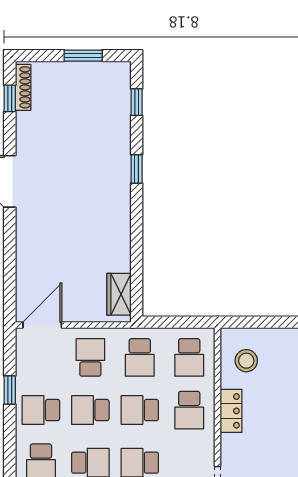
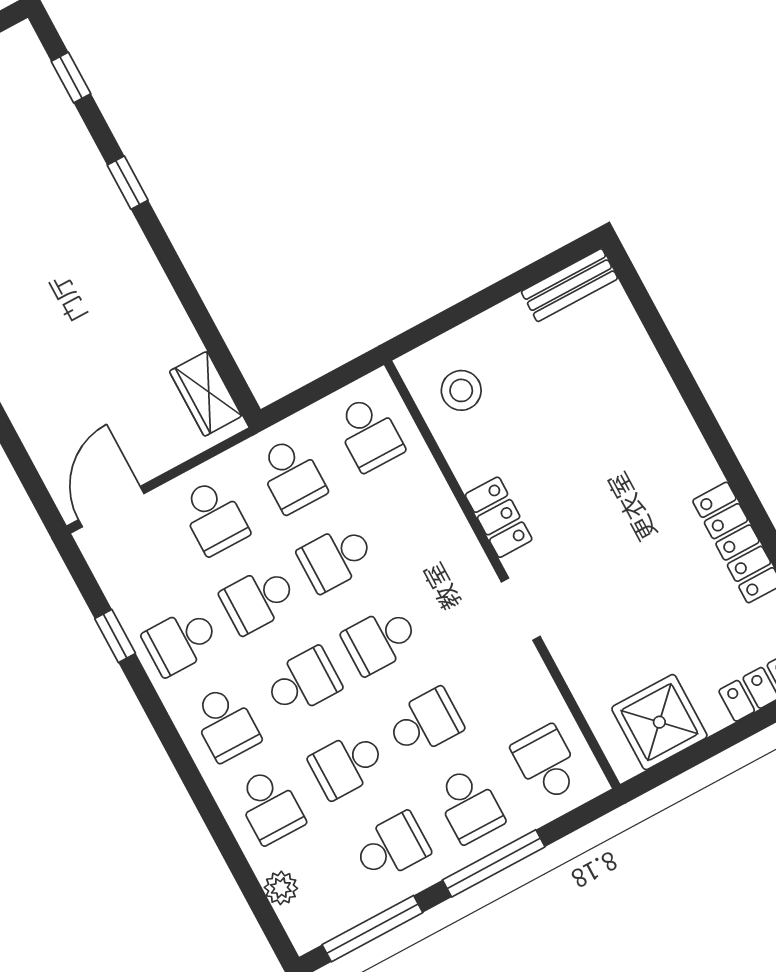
school desk: (90, 357) -> (214, 517), turned 180
school desk: (189, 410) -> (413, 516), removed
locker: (231, 411) -> (499, 517), moved

